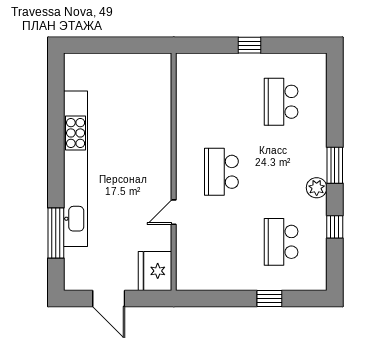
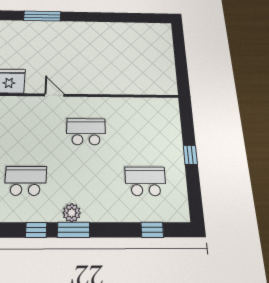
window: (335, 97) -> (152, 230), added
window: (335, 165) -> (73, 230), moved
kitchen unit: (76, 169) -> (88, 29), removed

